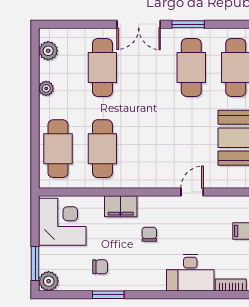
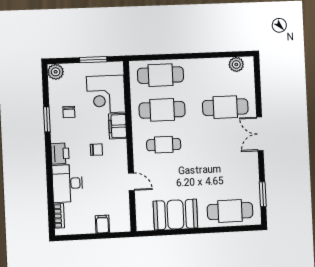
window: (188, 24) -> (263, 194), moved
cafe table: (191, 67) -> (164, 145), moved, width x0.73, depth x0.74
plant: (46, 88) -> (207, 64), removed
corner desk: (62, 222) -> (106, 94), moved, turned 90
window: (35, 264) -> (93, 60), moved
printer: (152, 280) -> (60, 154), added

